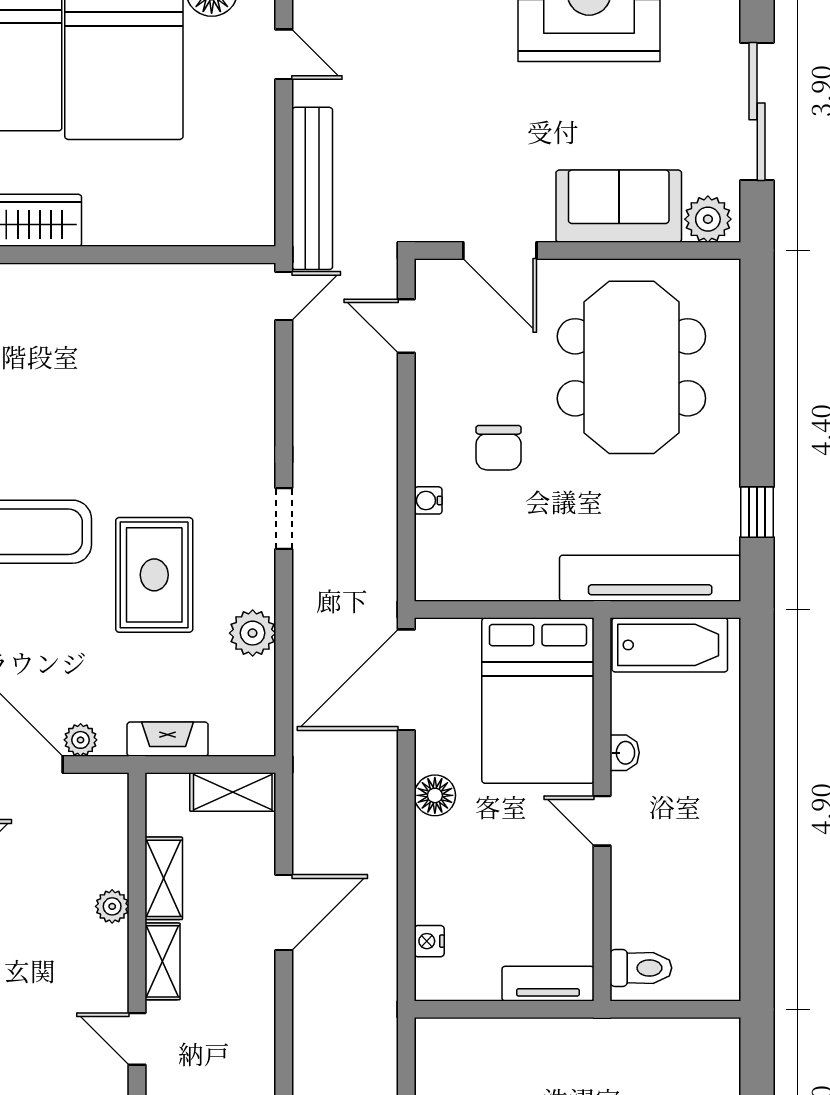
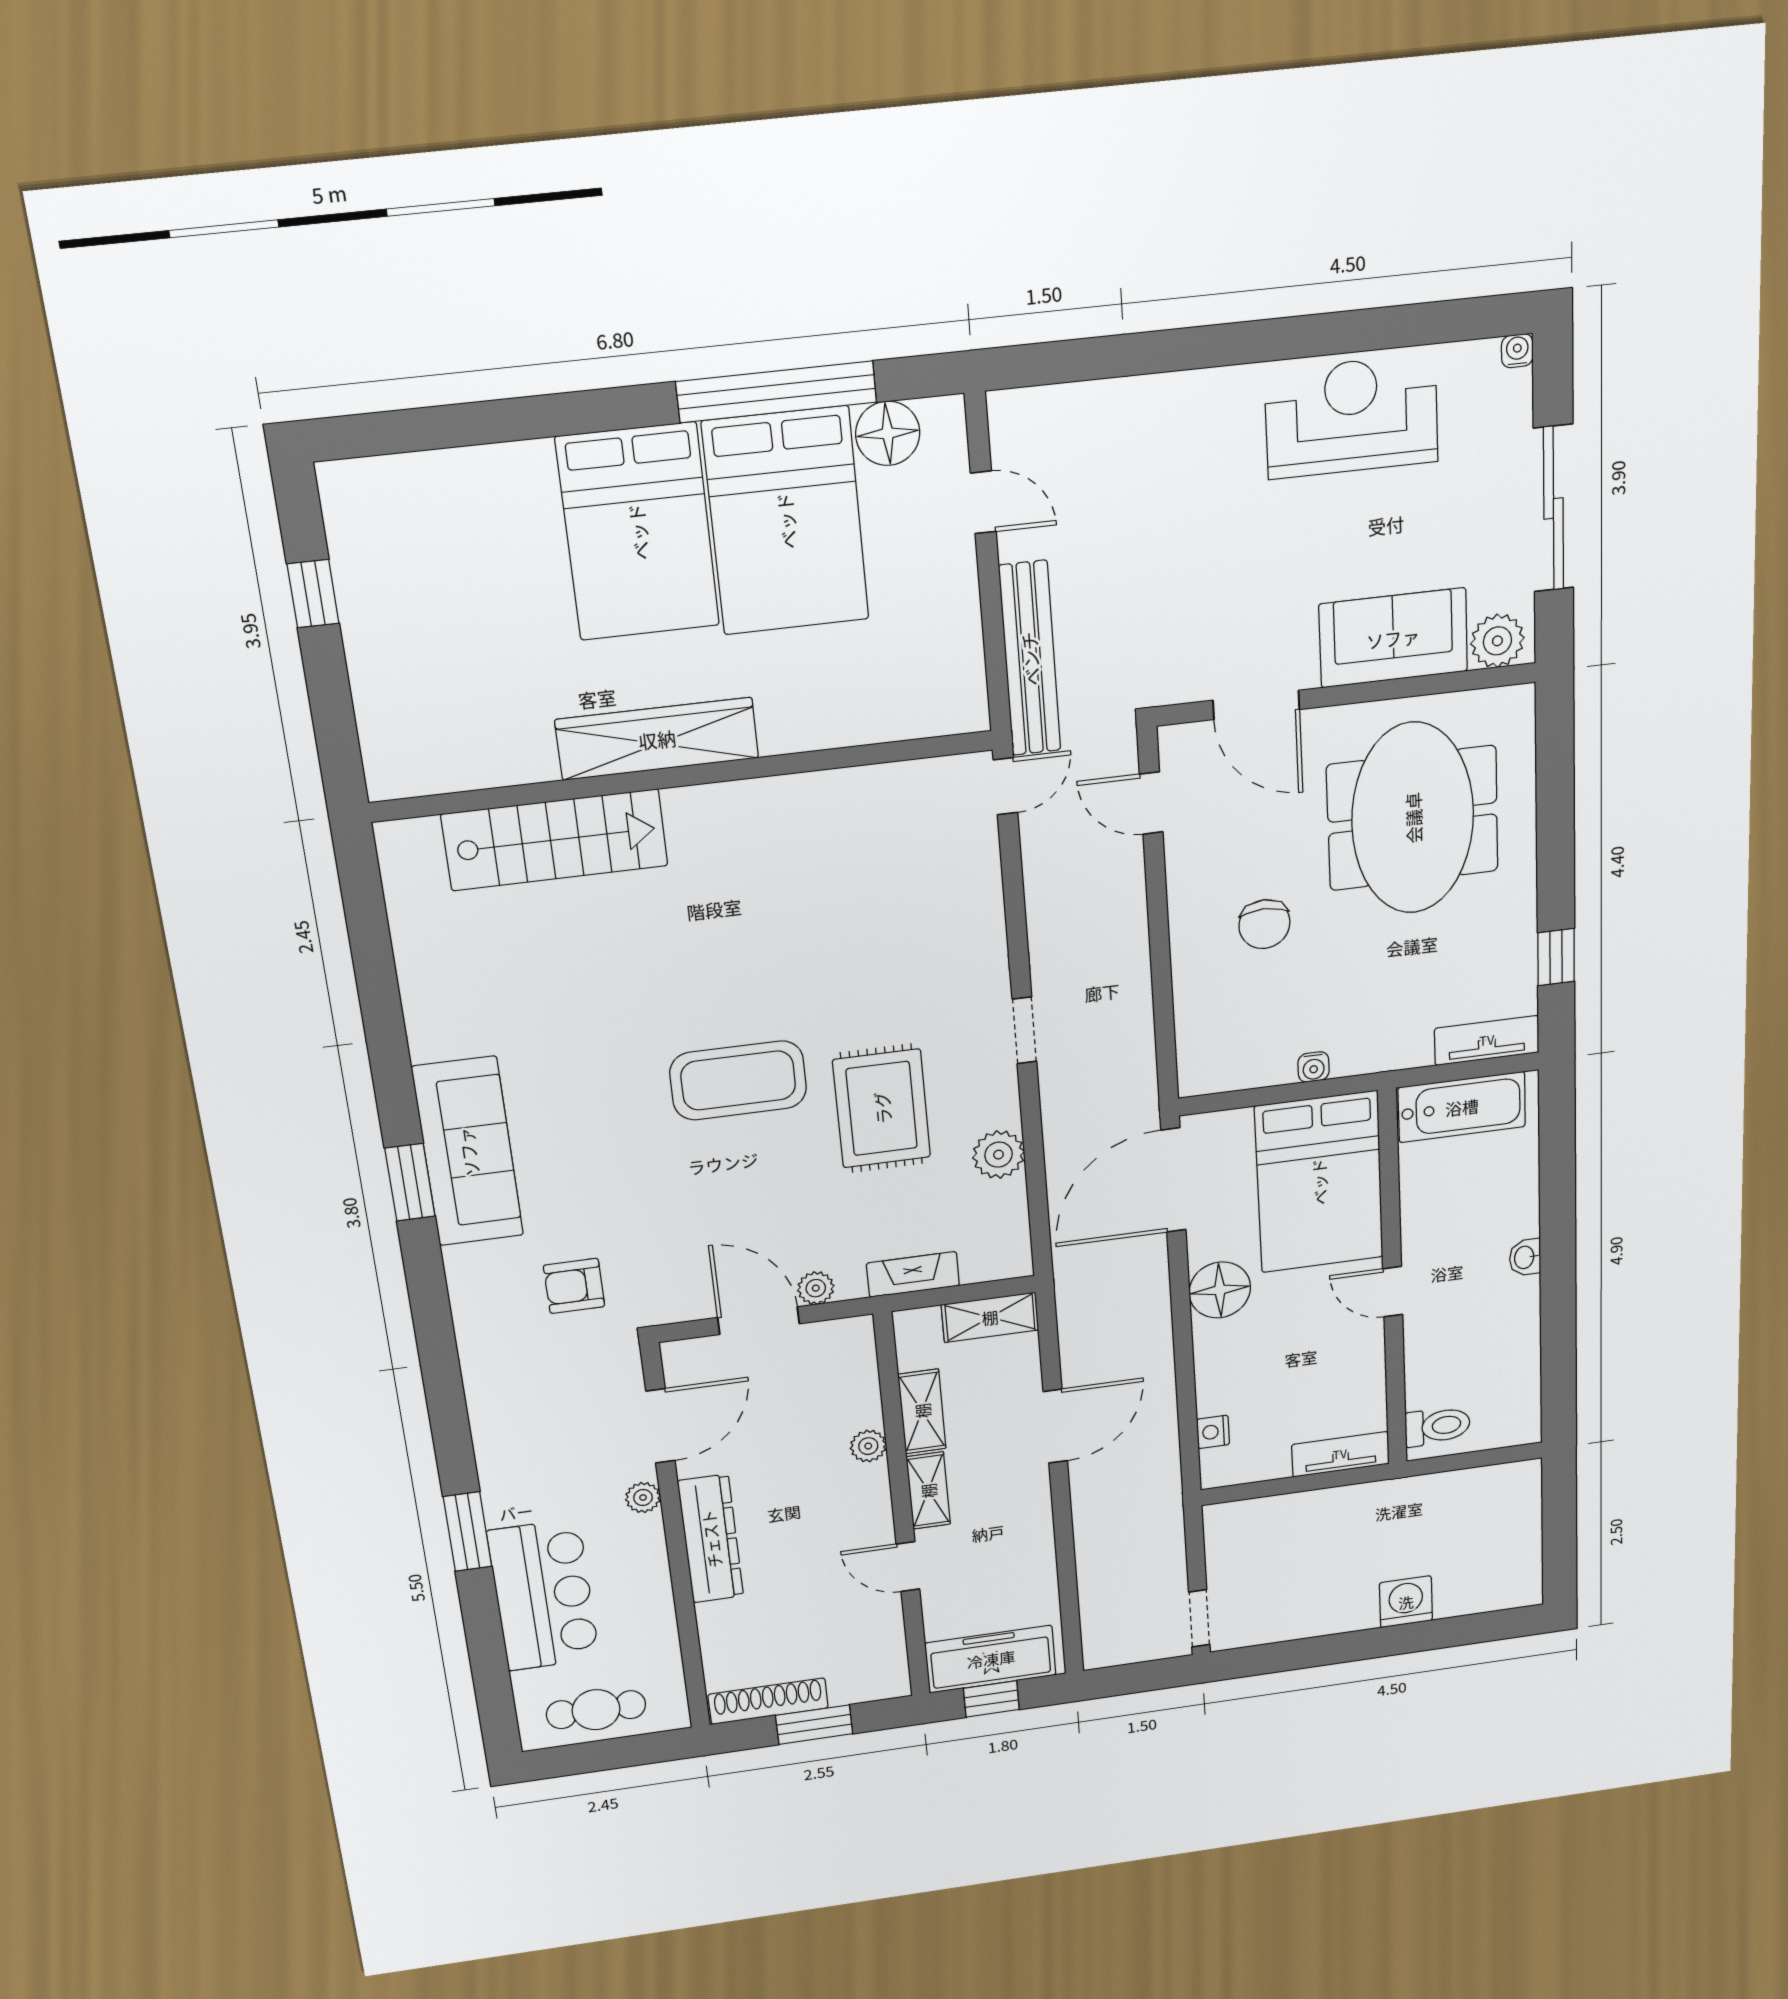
water cooler: (428, 500) -> (1314, 1067), moved, turned -90
tv unit: (650, 578) -> (1487, 1040), width x0.52, depth x0.78
washbasin: (625, 753) -> (1525, 1257), moved, turned 180
floor lamp: (435, 795) -> (1220, 1290), width x1.38, depth x1.38

